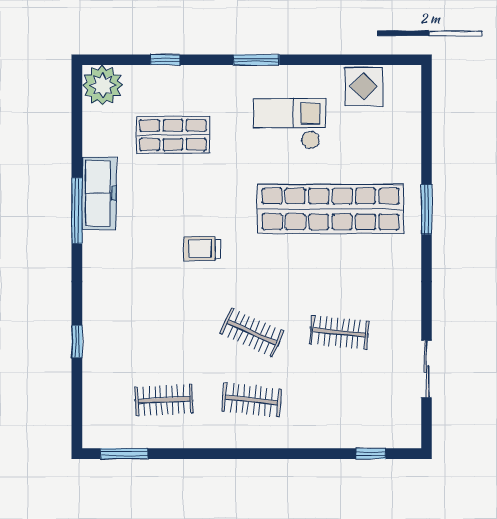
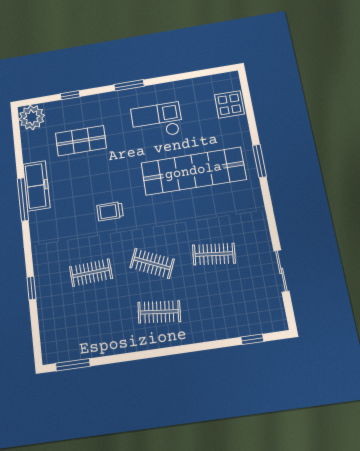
display table: (364, 86) -> (229, 104), moved
clothes rail: (164, 400) -> (91, 273), moved

